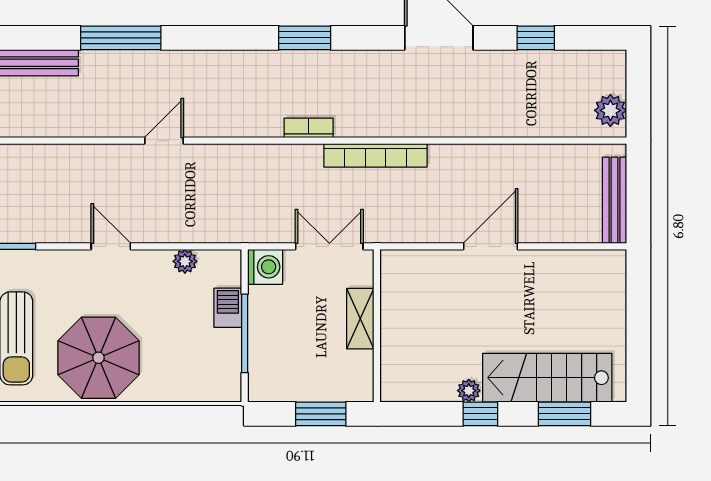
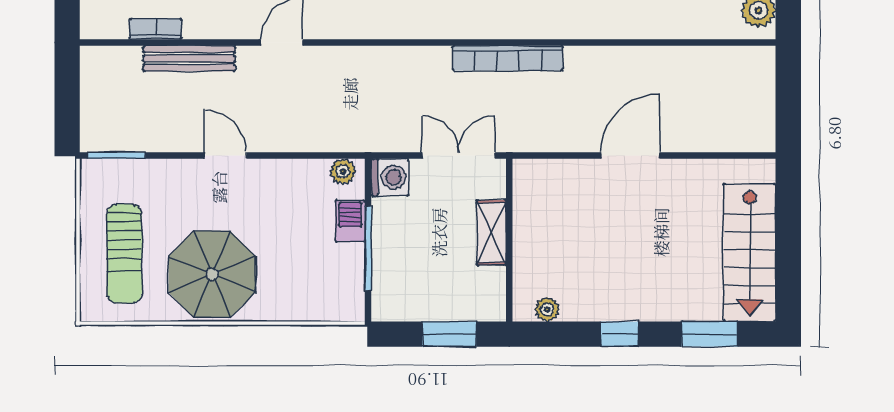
bookcase: (309, 128) -> (155, 29), moved
bench: (614, 200) -> (189, 59), moved, turned 90
plant: (185, 261) -> (343, 171), moved
stairs: (547, 378) -> (750, 253), moved, turned -90
plant: (469, 391) -> (547, 309), moved

